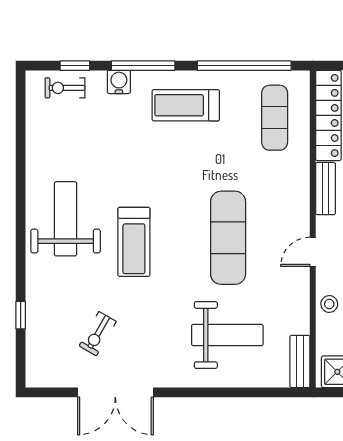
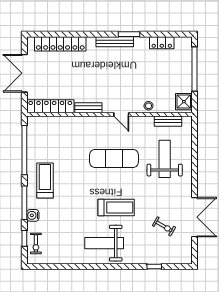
treadmill: (186, 105) -> (45, 181), turned 180
exercise mat: (275, 118) -> (51, 134), removed
bench: (300, 361) -> (168, 121), moved

